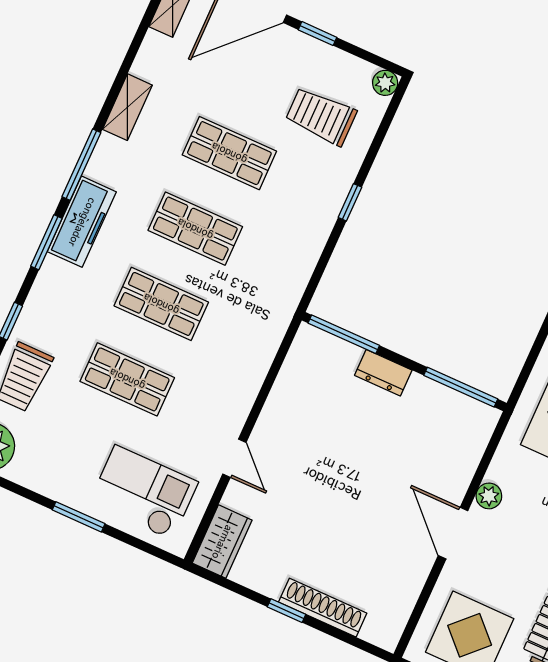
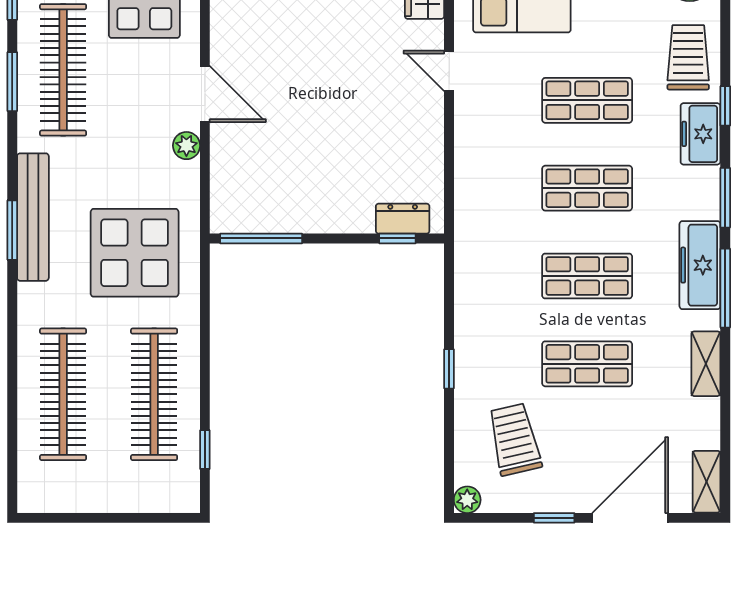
trolley: (321, 116) -> (515, 439), turned -103
freezer: (82, 222) -> (700, 265), moved
freezer: (43, 307) -> (700, 134), added
window: (344, 334) -> (397, 238), width x0.46
dresser: (383, 373) -> (403, 219), moved

